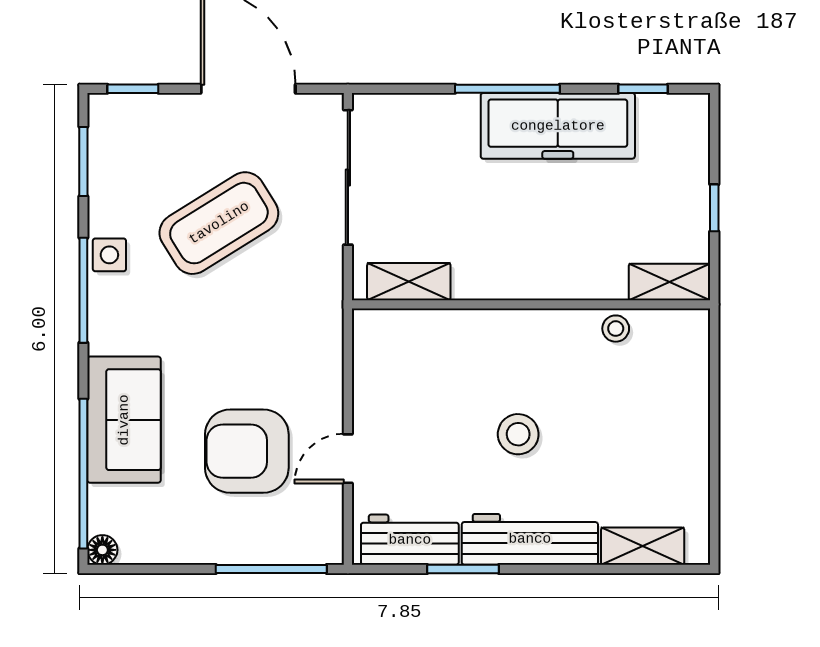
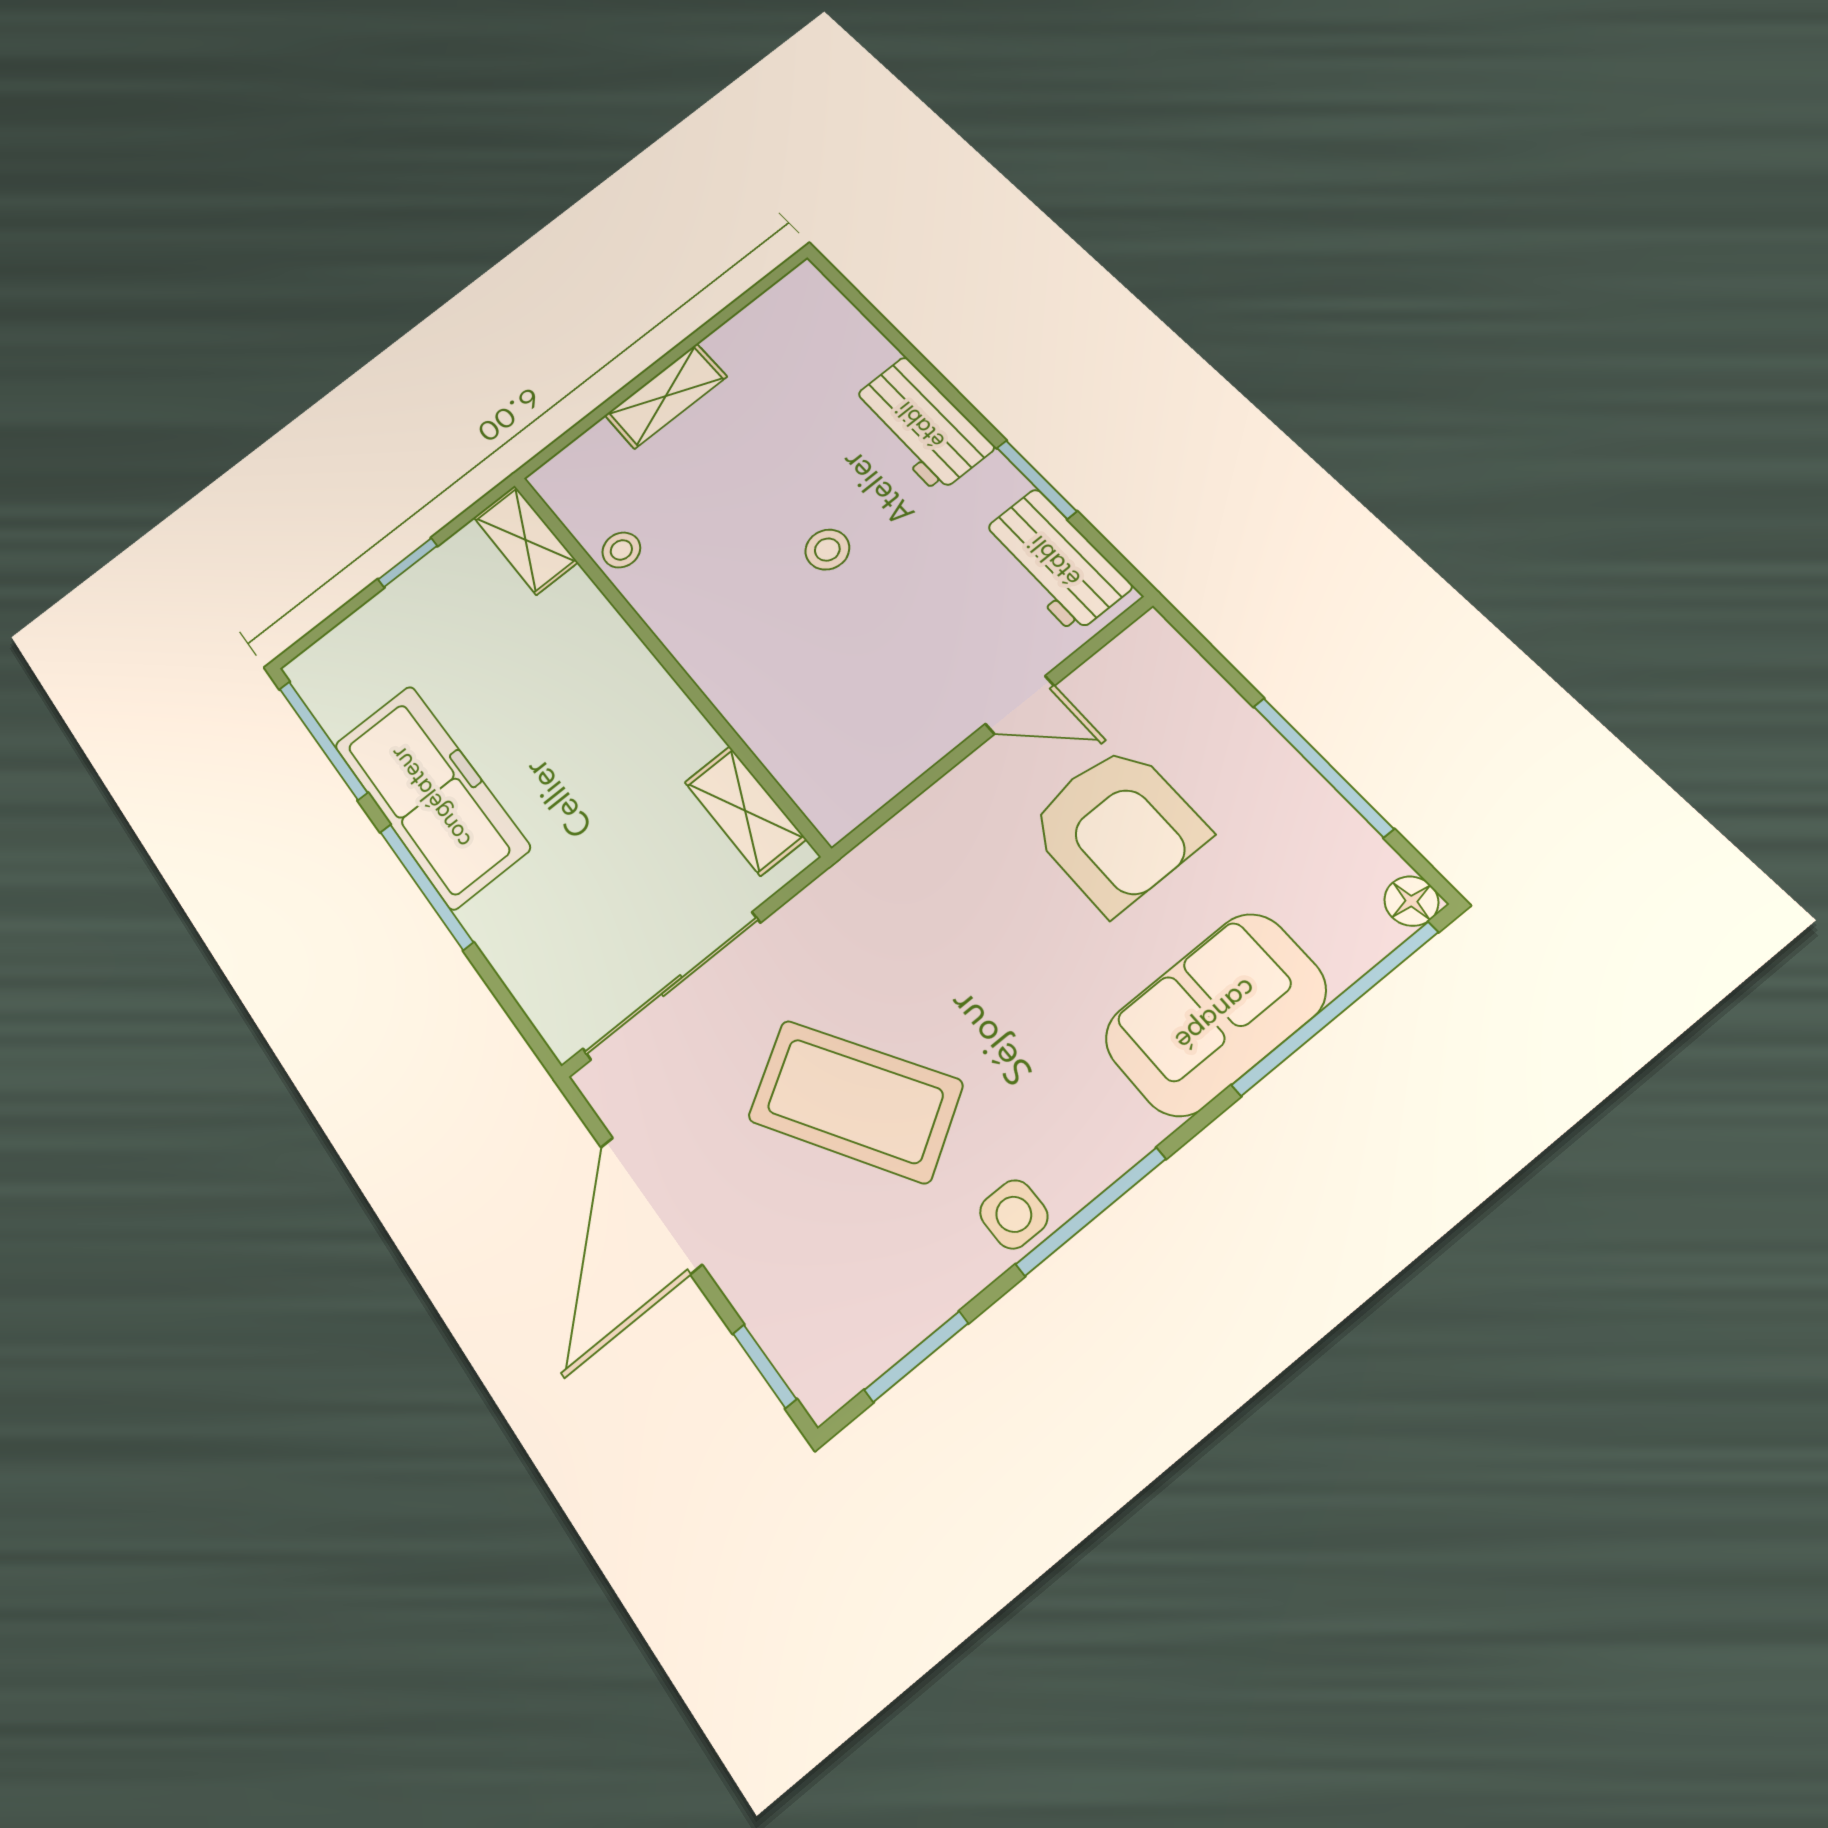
window: (643, 89) -> (323, 740), width x2.17
stool: (518, 434) -> (827, 550), width x0.73, depth x0.73
workbench: (530, 539) -> (921, 424), width x0.73
shelving: (643, 546) -> (666, 396), moved, turned 90
window: (271, 569) -> (1323, 767), moved

